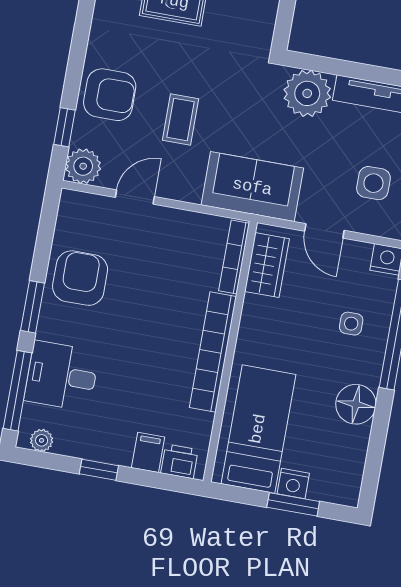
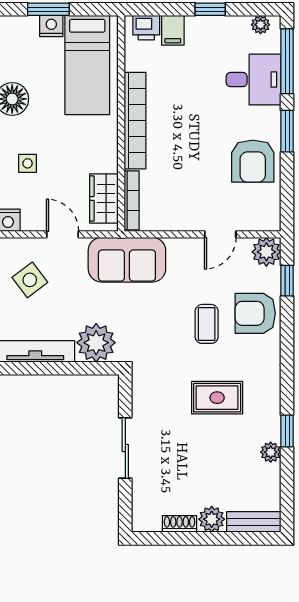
coffee table: (181, 119) -> (207, 324), moved
side table: (373, 183) -> (30, 280), turned -37

